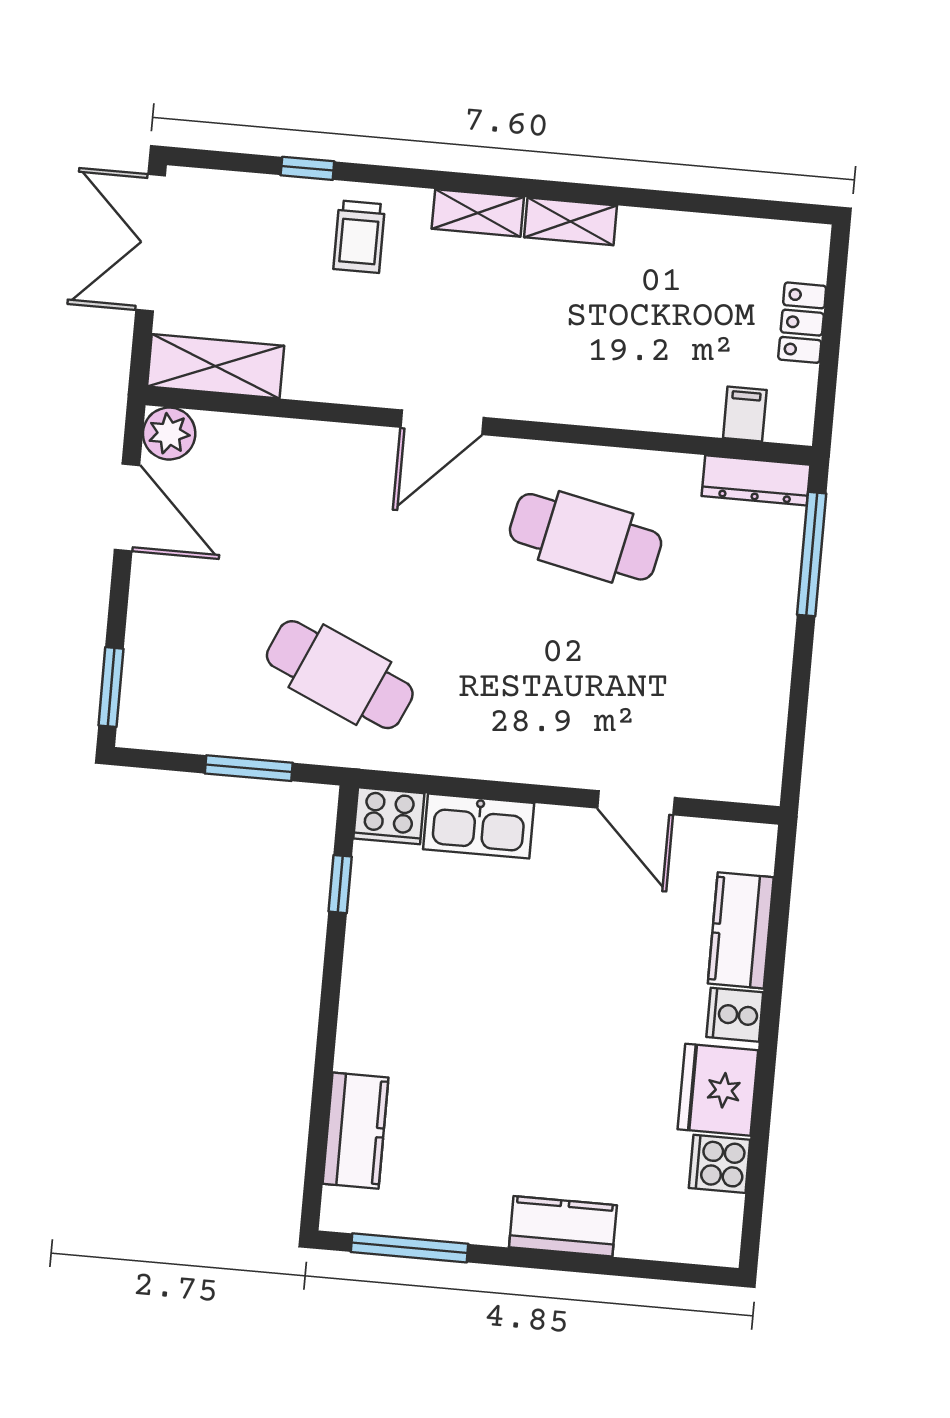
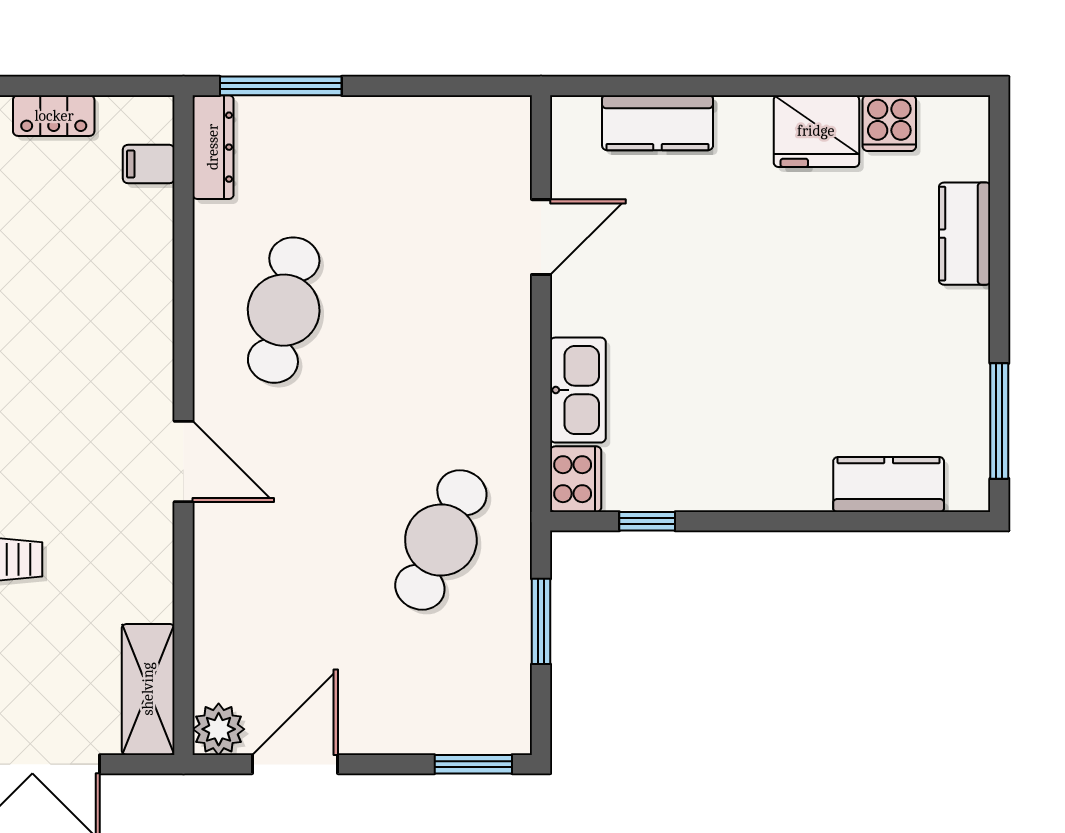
cooker: (735, 1015) -> (741, 121), removed
kitchen counter: (563, 1226) -> (965, 234), moved

